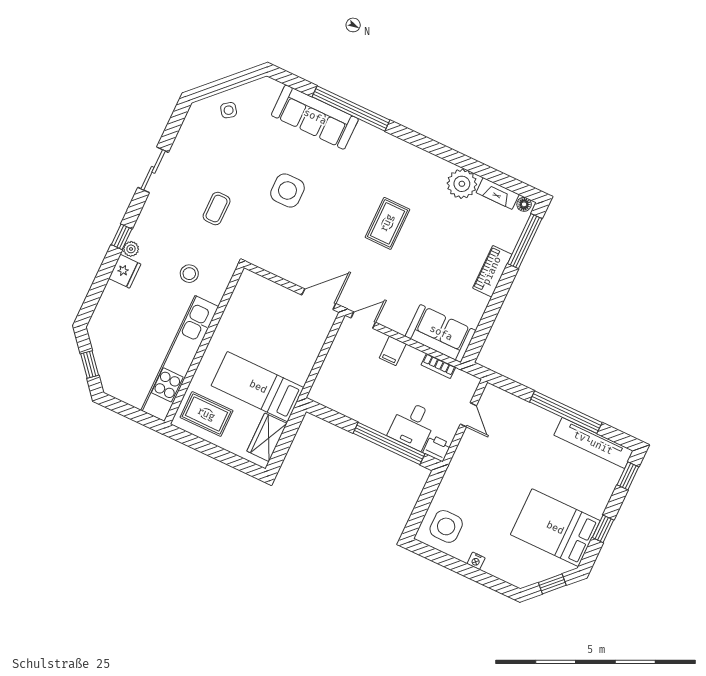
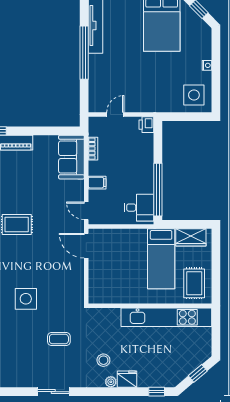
window: (122, 237) -> (157, 392), moved
stool: (189, 274) -> (103, 360), moved
desk: (413, 425) -> (139, 208), moved
window: (389, 443) -> (158, 190), moved

